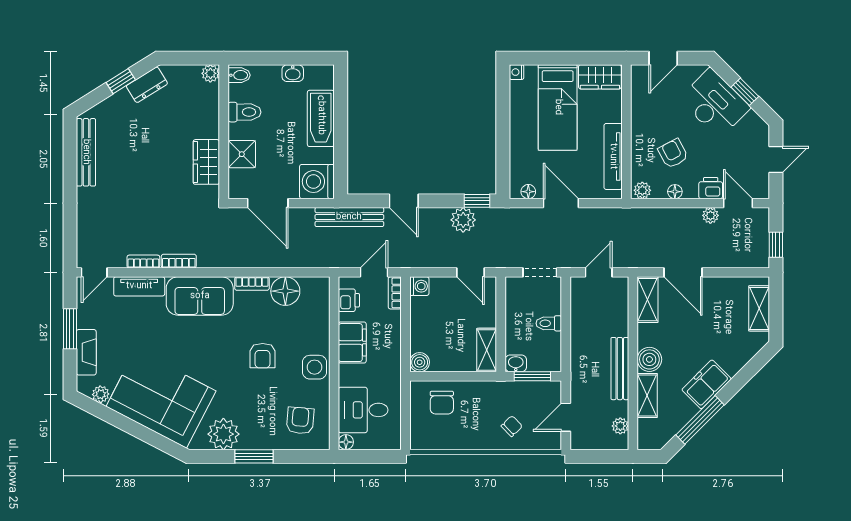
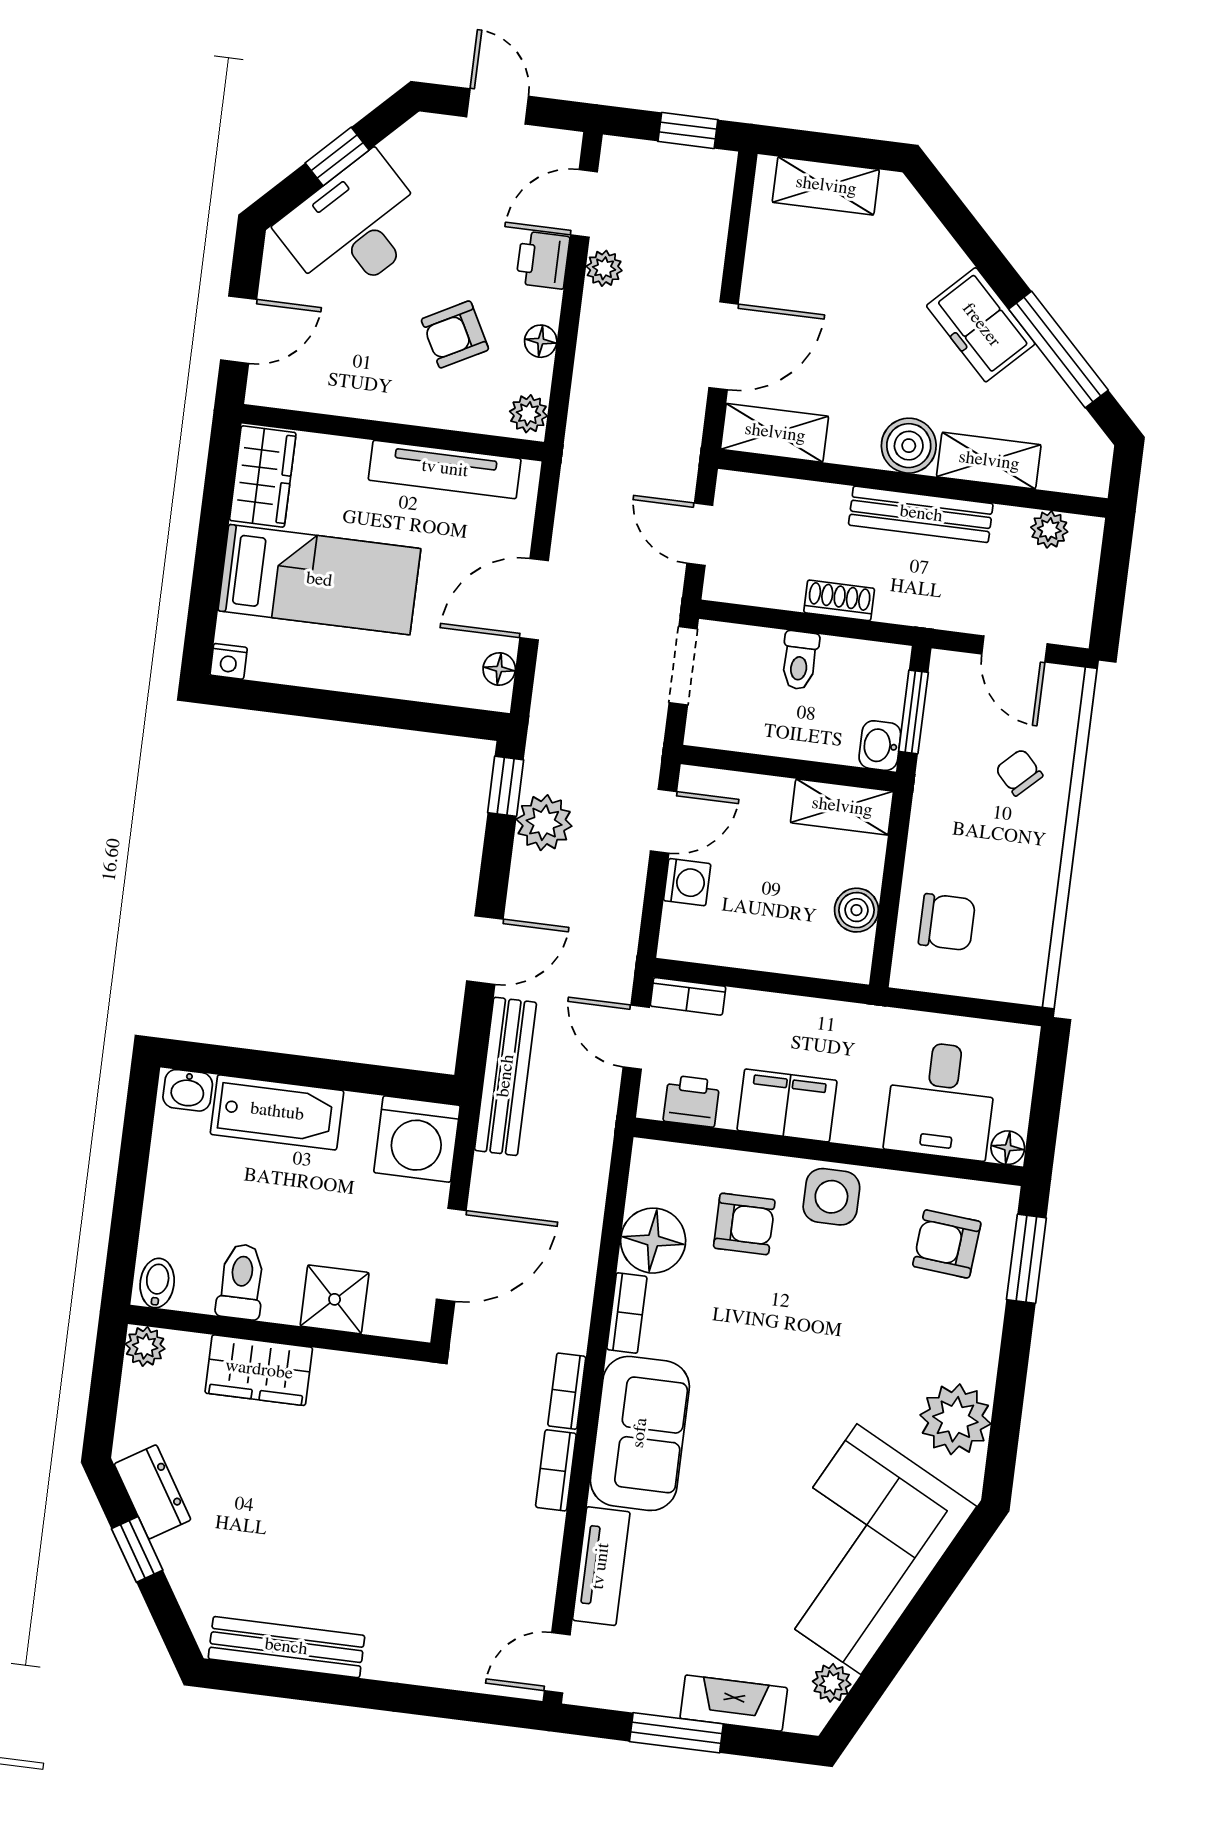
door: (663, 58) -> (239, 330), hinge flipped
washbasin: (293, 73) -> (188, 1090), moved, turned 90
wardrobe: (206, 162) -> (259, 1370), moved
bookcase: (143, 262) -> (567, 1391), moved
door: (94, 272) -> (557, 1663), swing flipped
washing machine: (419, 286) -> (687, 882), moved, turned 90
shoe rack: (577, 337) -> (839, 600), added
armchair: (263, 356) -> (744, 1224), moved
boiler: (420, 362) -> (856, 910), moved
window: (254, 456) -> (1026, 1259), moved

